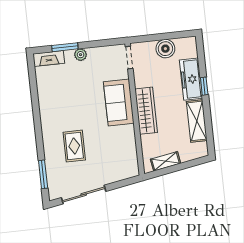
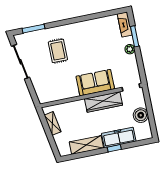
wardrobe: (146, 111) -> (103, 102), moved
rug: (74, 146) -> (58, 51), turned 90

